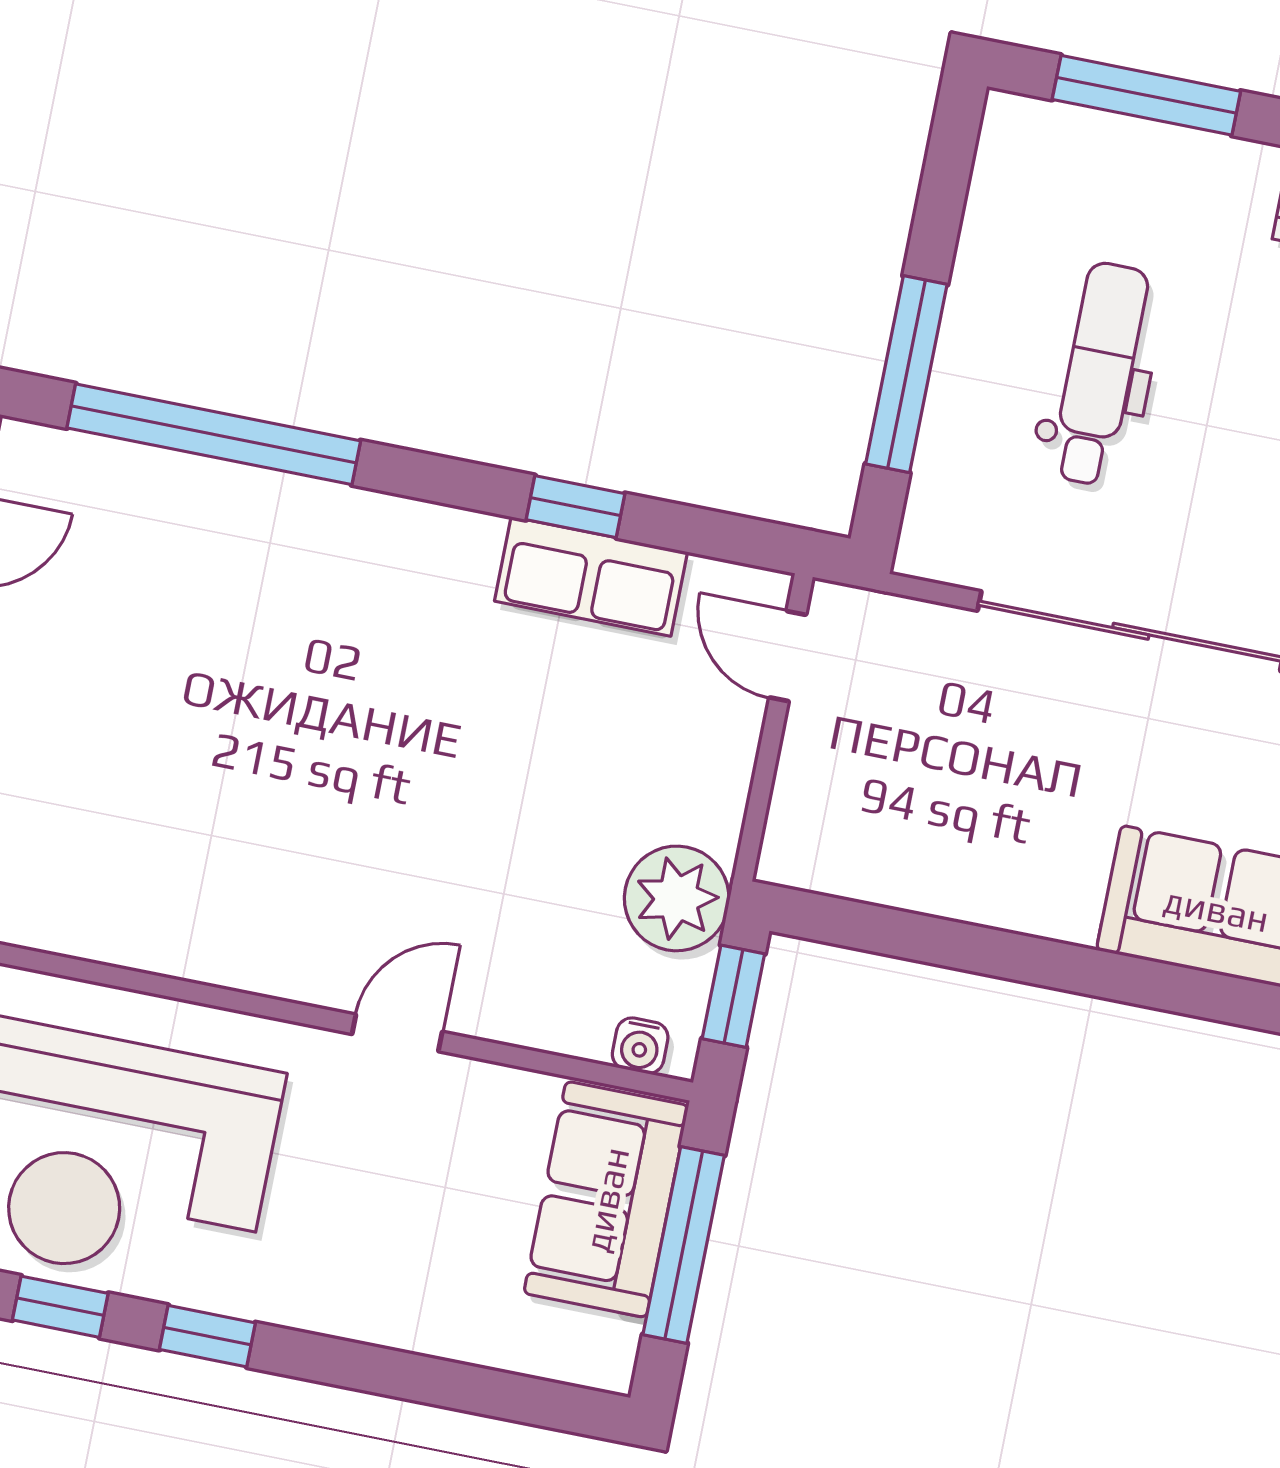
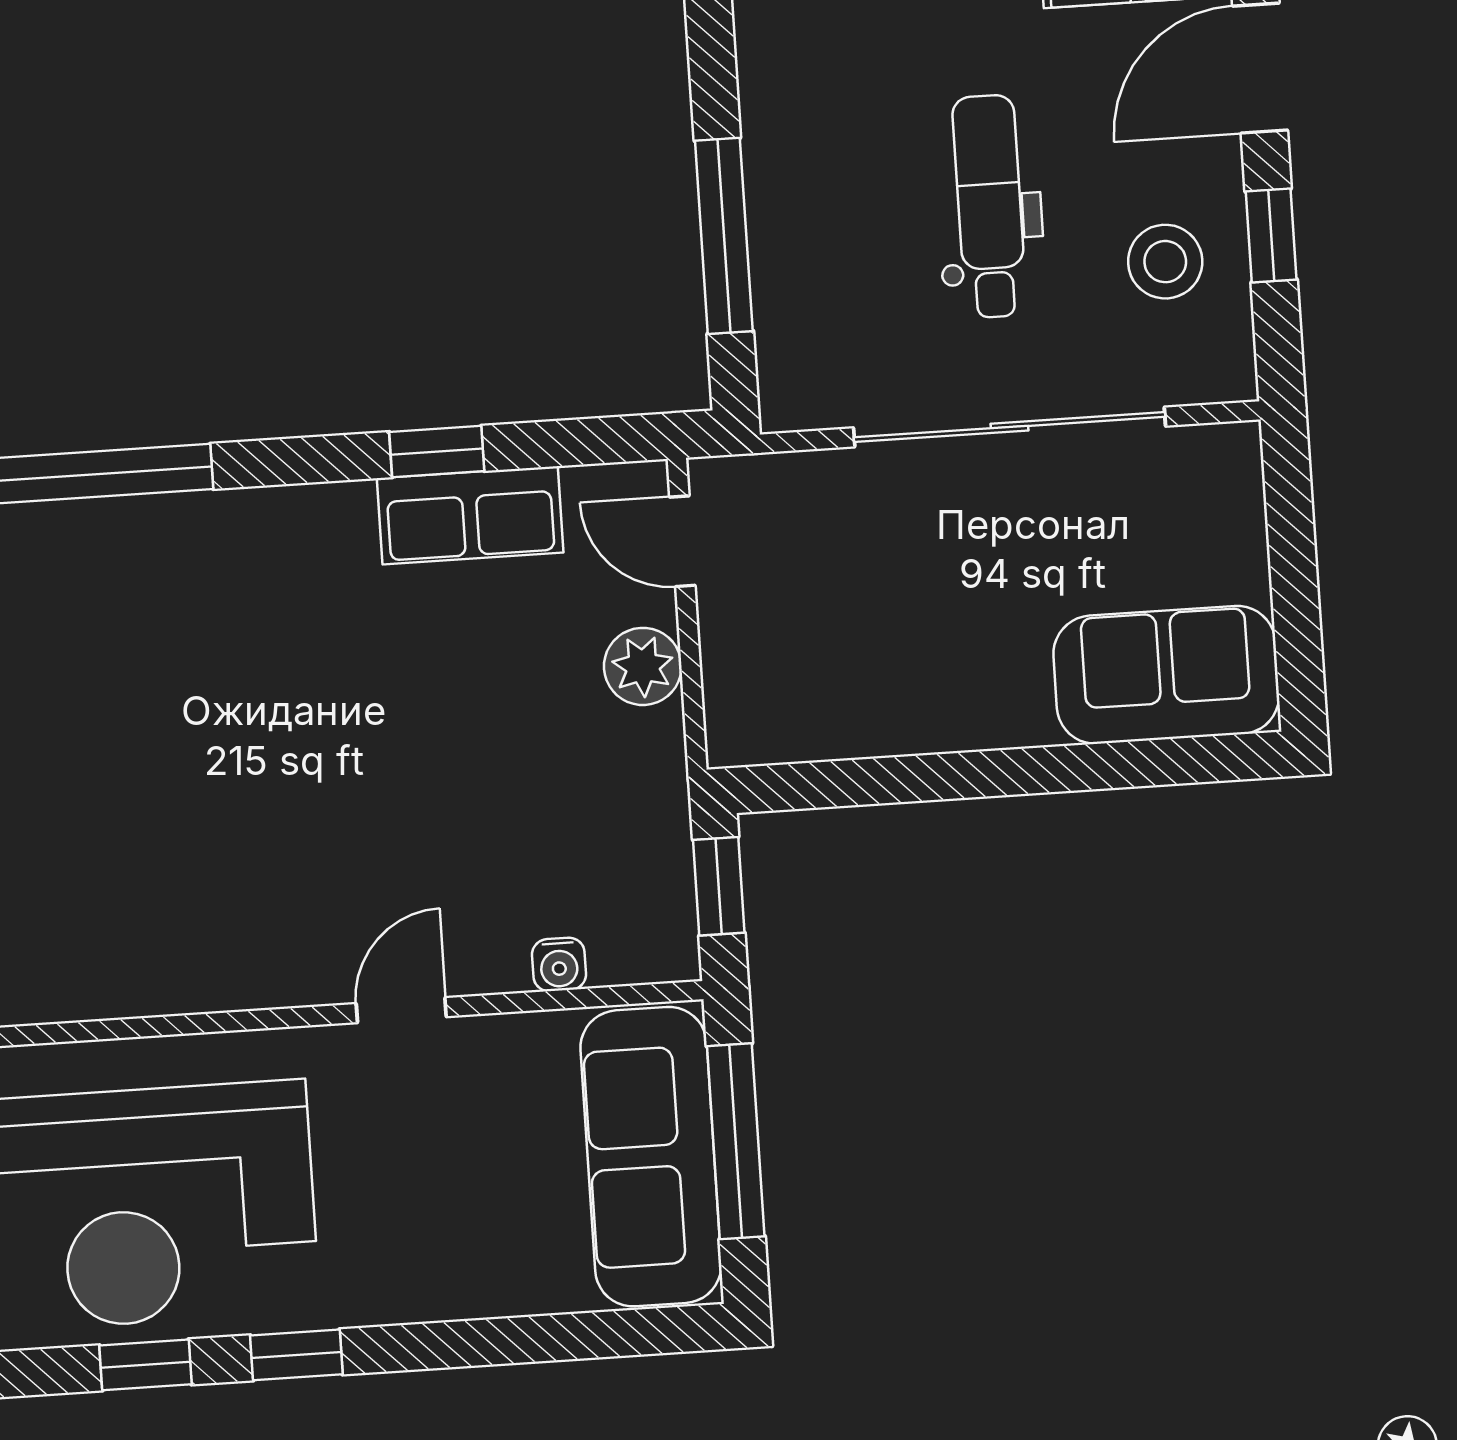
dental chair: (1099, 374) -> (989, 206), moved
plant: (677, 898) -> (643, 666), moved, width x0.73, depth x0.73
water cooler: (640, 1046) -> (559, 964), moved
sofa: (606, 1199) -> (651, 1157), width x1.36

